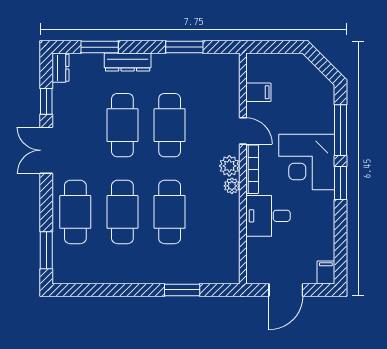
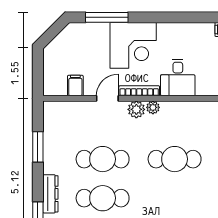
window: (341, 183) -> (151, 17), removed
cafe table: (122, 212) -> (175, 198), removed

